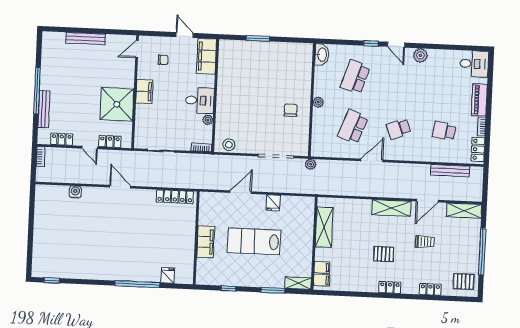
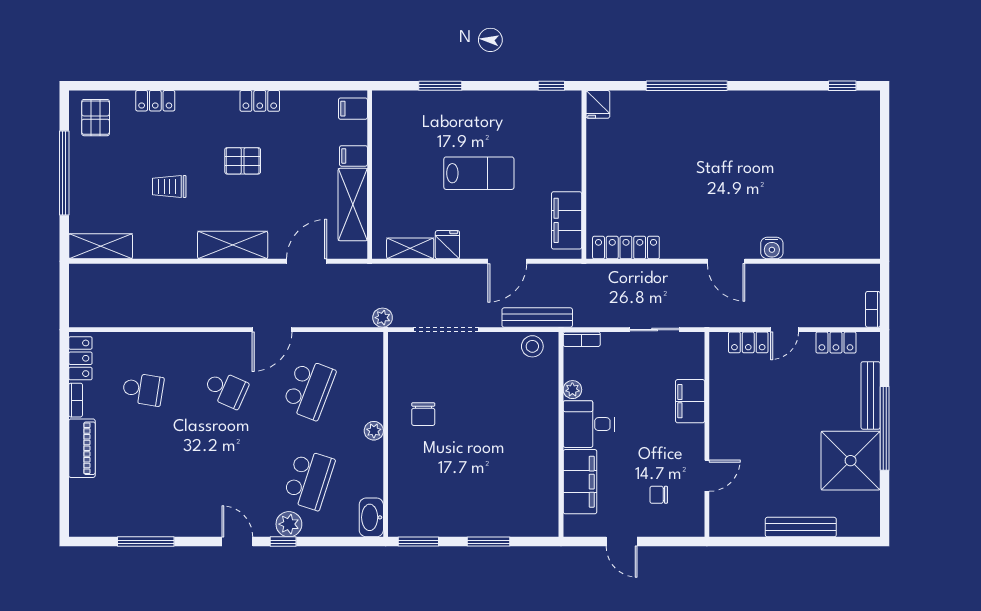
window: (296, 40) -> (418, 542), added
window: (447, 47) -> (146, 542), added
door: (137, 49) -> (707, 476), moved
plant: (420, 55) -> (289, 524), moved
filing cabinet: (207, 56) -> (580, 482), moved
desk: (474, 64) -> (94, 513), removed
filing cabinet: (144, 91) -> (690, 401), moved
shower: (117, 104) -> (851, 461), moved
school desk: (399, 129) -> (226, 389), turned 45
door: (90, 148) -> (784, 330), swing flipped
bench: (450, 171) -> (537, 317), moved
water cooler: (75, 192) -> (772, 248), moved
door: (427, 201) -> (307, 261), moved
lab bench: (254, 241) -> (479, 173), width x0.73, depth x0.72
filing cabinet: (206, 242) -> (567, 220), moved
filing cabinet: (322, 267) -> (353, 156), moved
fridge: (168, 275) -> (598, 104), moved
pallet: (464, 282) -> (96, 118), turned 90
shelving: (298, 283) -> (410, 248), moved
locker: (390, 287) -> (260, 101), moved
window: (228, 288) -> (551, 86), moved

